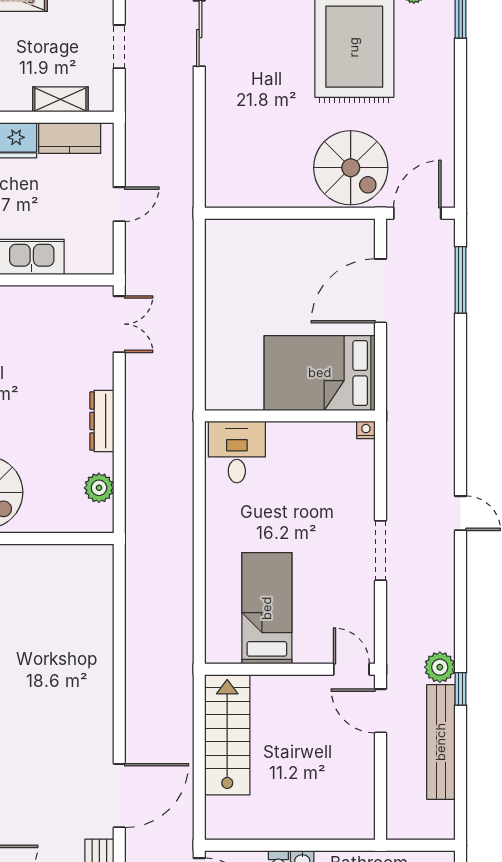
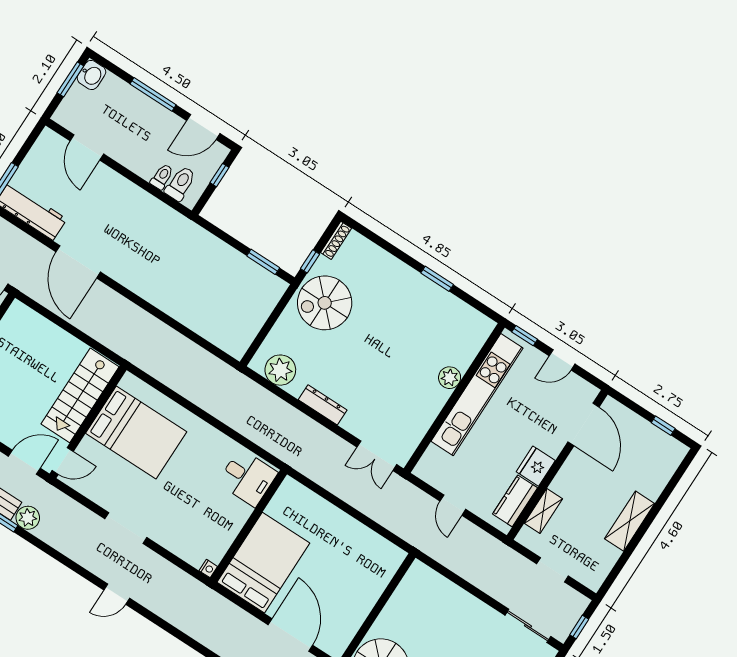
plant: (99, 488) -> (280, 370), width x1.36, depth x1.36
bed: (267, 608) -> (136, 432), width x1.50
stairs: (227, 735) -> (80, 395), moved, turned 90

